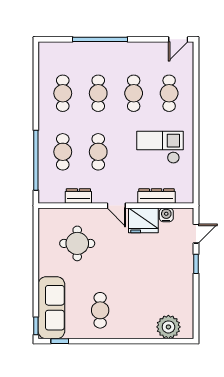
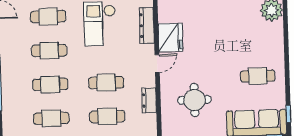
water cooler: (166, 215) -> (165, 16), removed

